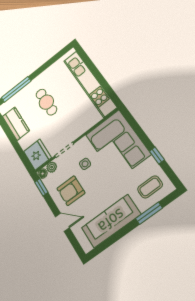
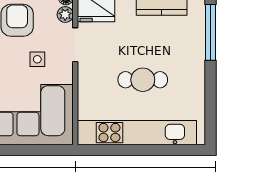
cafe table: (46, 102) -> (143, 80), moved

